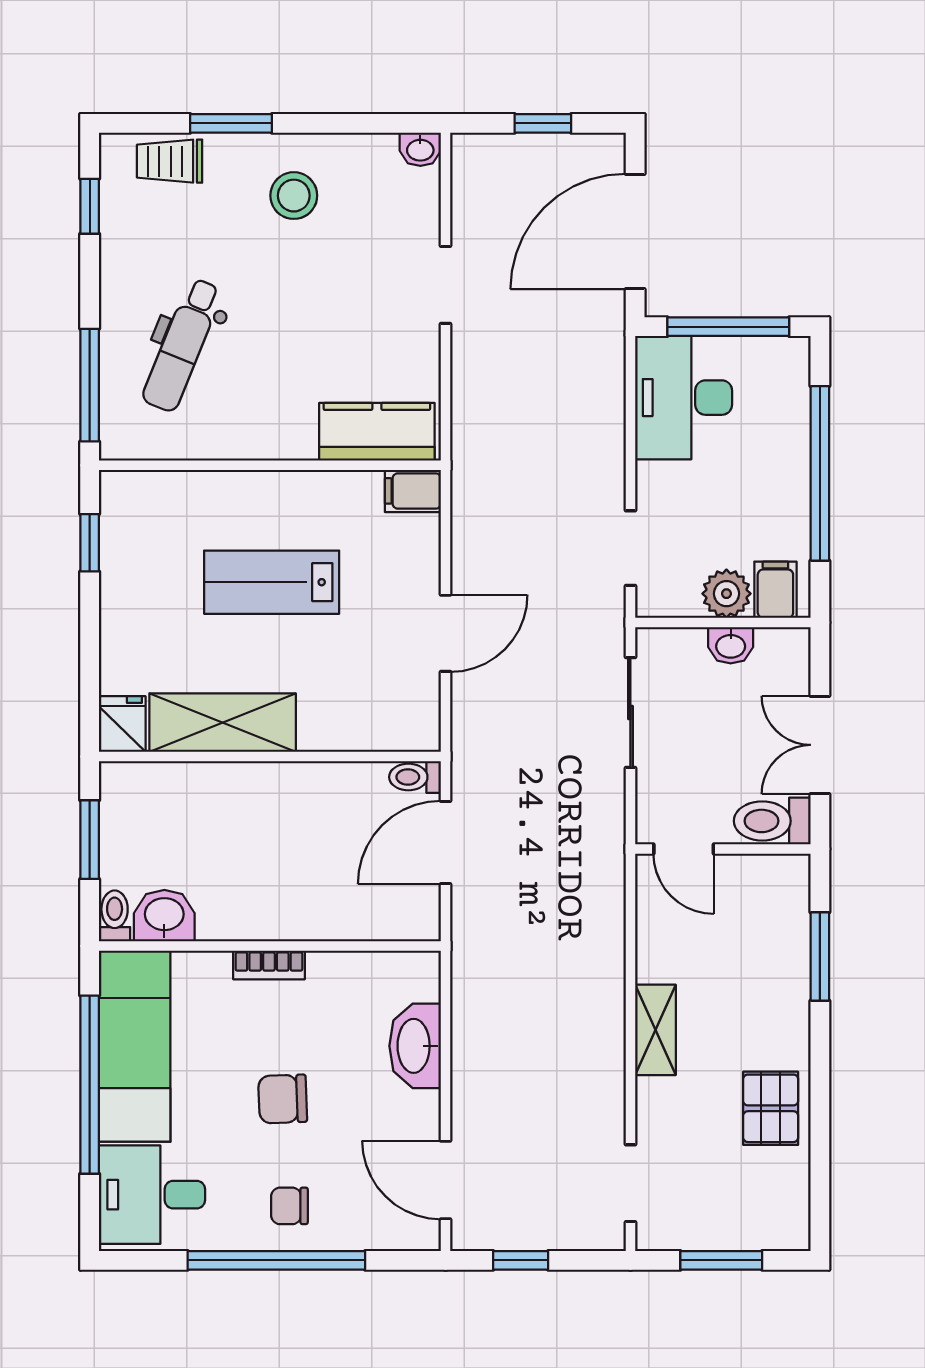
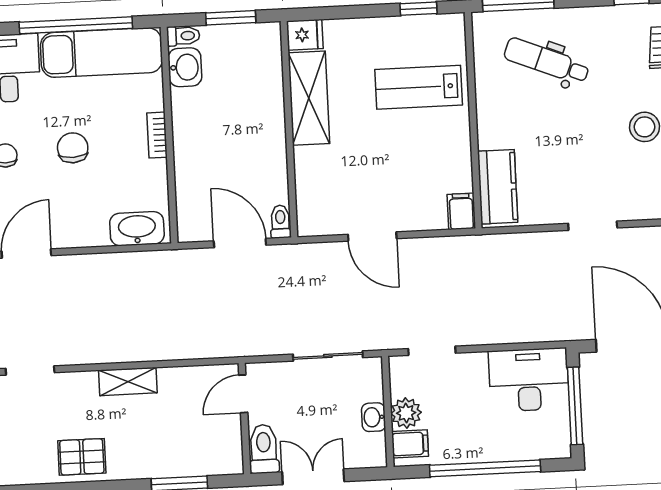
lab bench: (272, 582) -> (419, 87), moved, turned -90
washbasin: (415, 1046) -> (137, 229), moved

